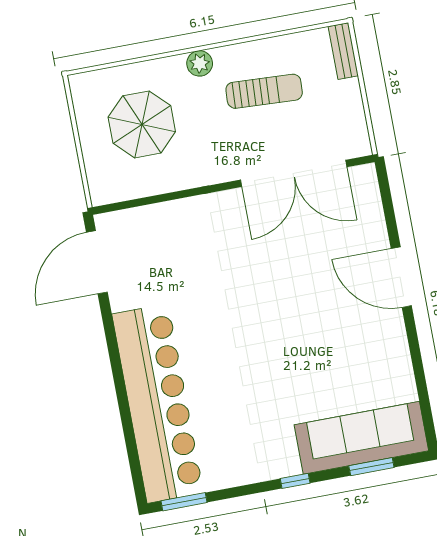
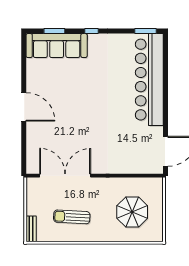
plant: (200, 63) -> (100, 236), removed
door: (401, 277) -> (24, 107), moved

